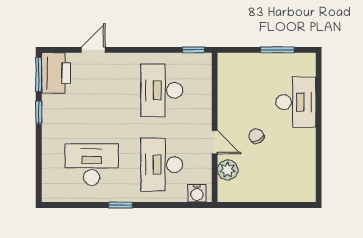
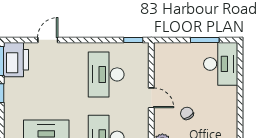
desk: (296, 102) -> (221, 64), moved
door: (215, 142) -> (151, 98), moved

